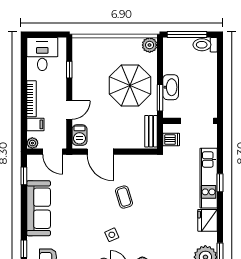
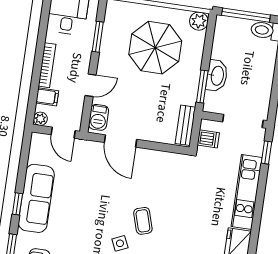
window: (69, 70) -> (98, 37), width x1.50
parasol: (130, 85) -> (155, 48), moved
window: (24, 176) -> (17, 204), moved
window: (220, 183) -> (266, 152), moved
coffee table: (124, 197) -> (143, 221), moved

